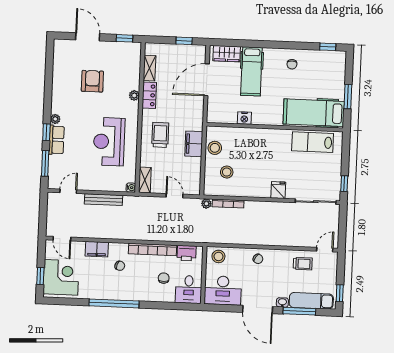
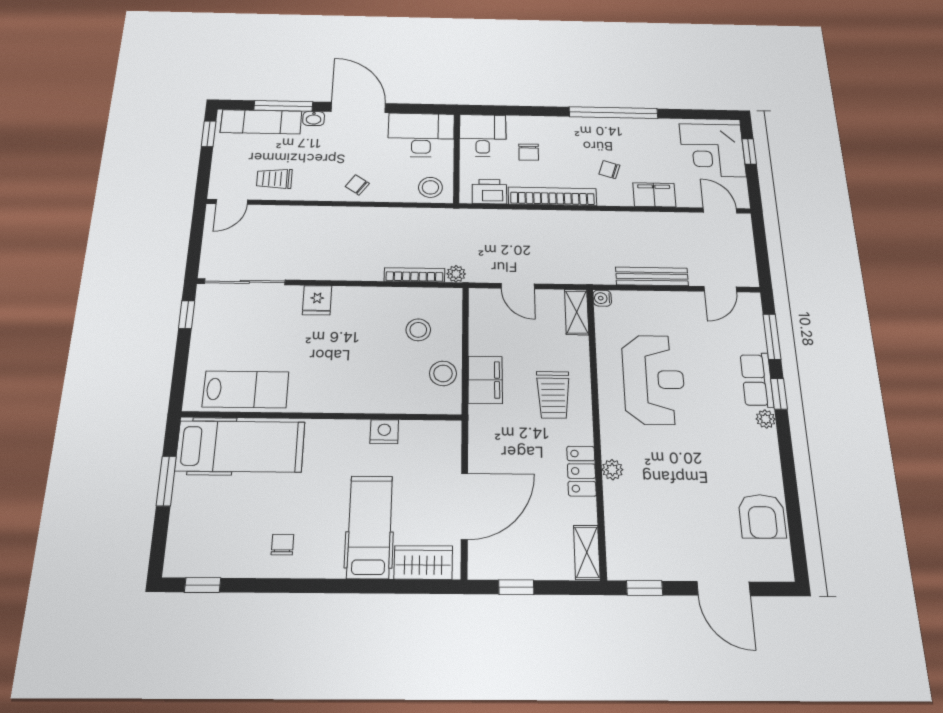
shelving: (150, 68) -> (587, 552), moved
armchair: (92, 81) -> (762, 516), moved

